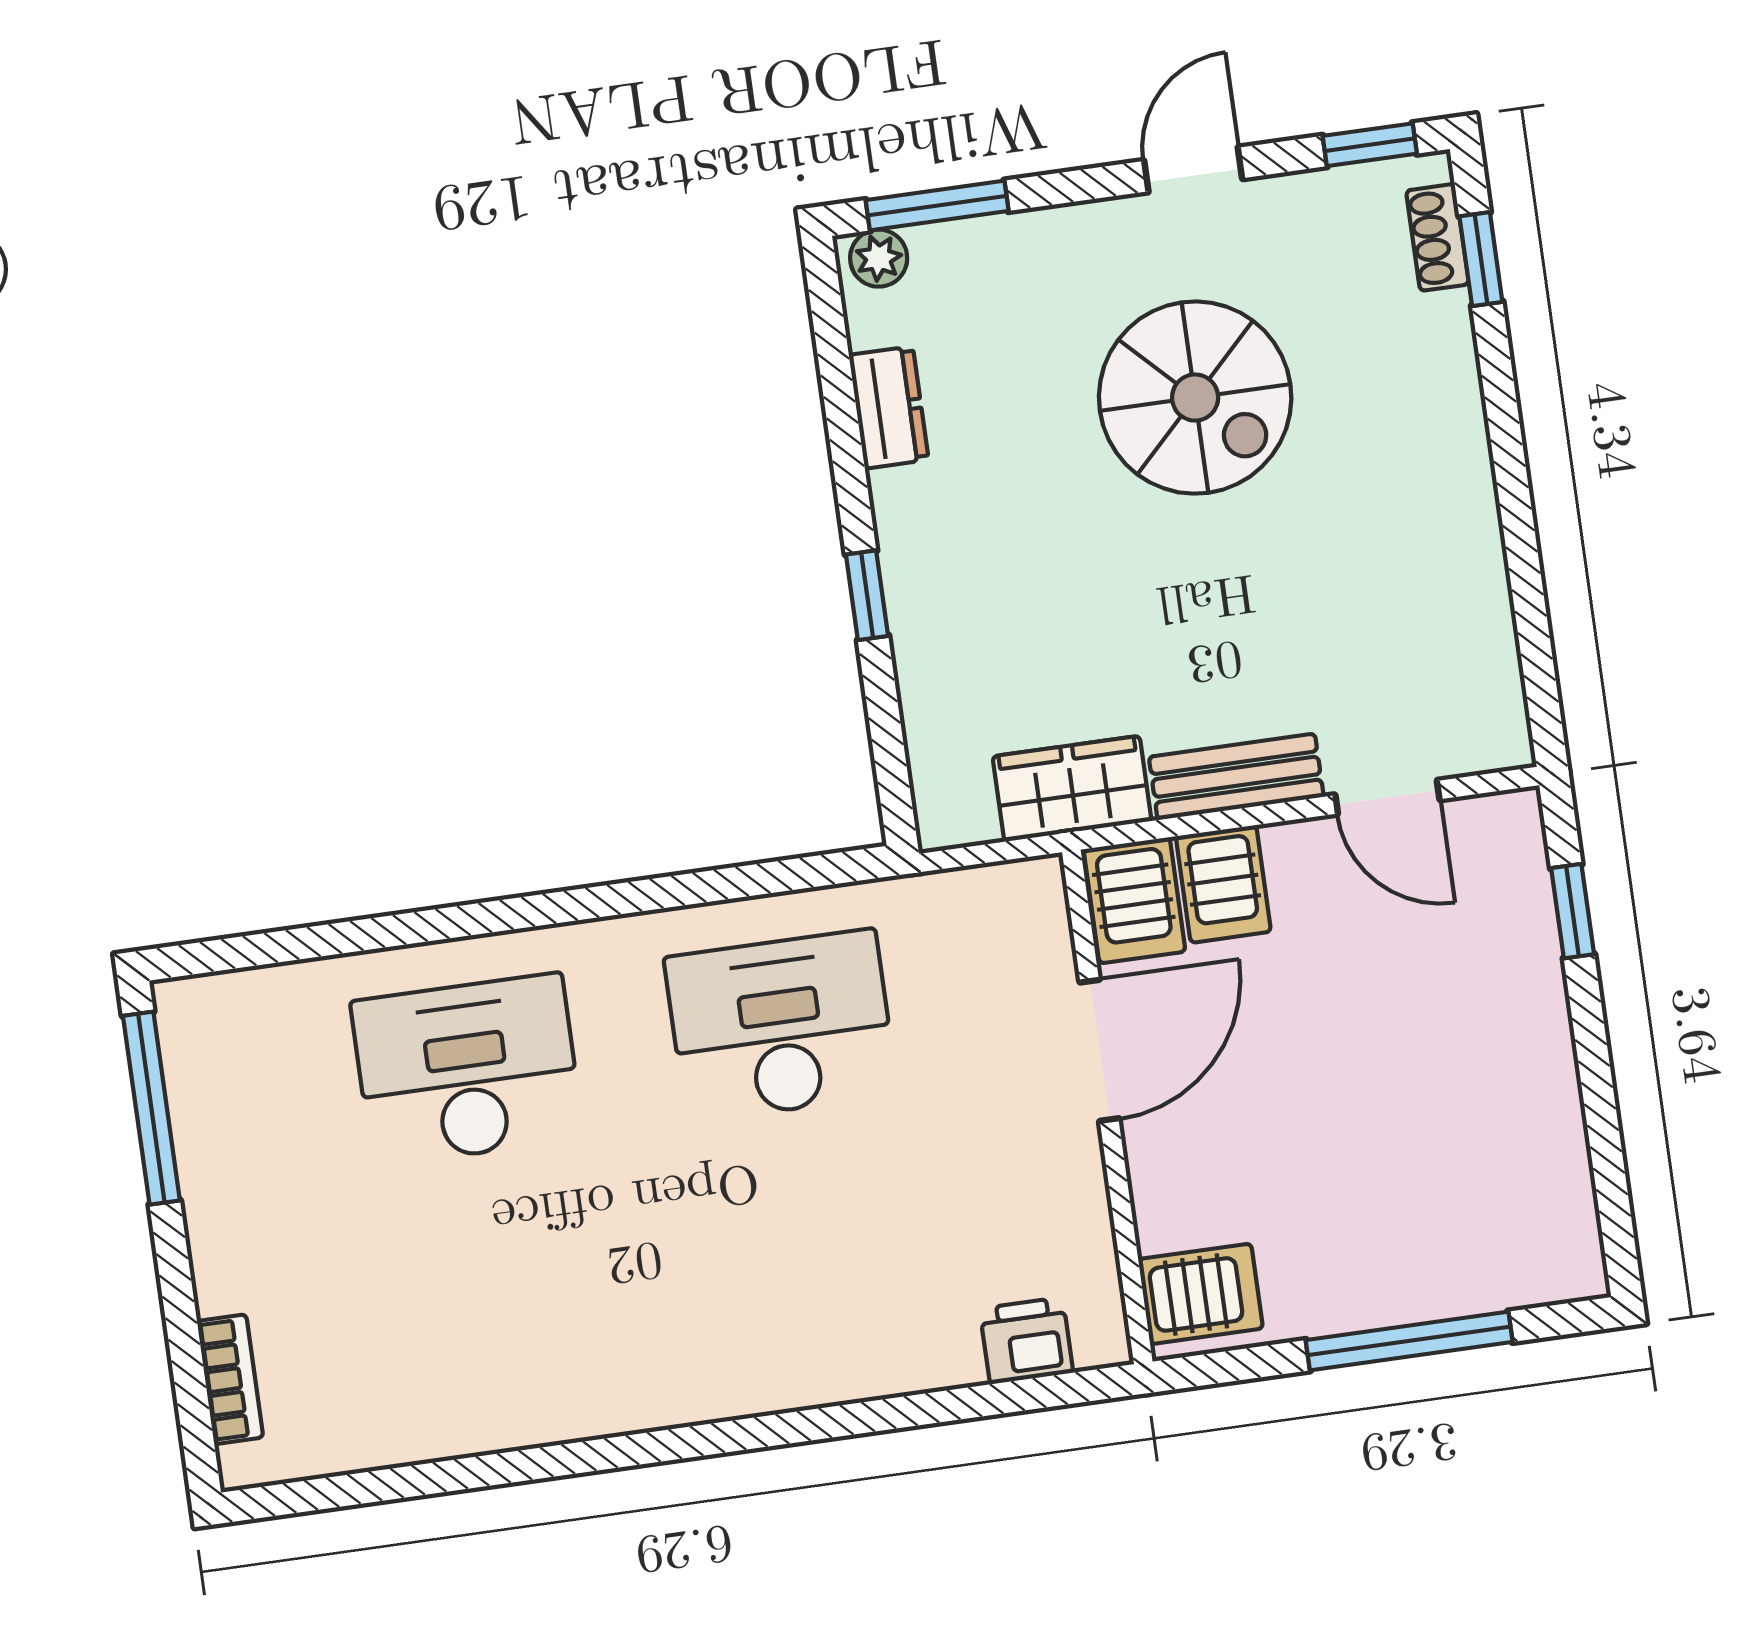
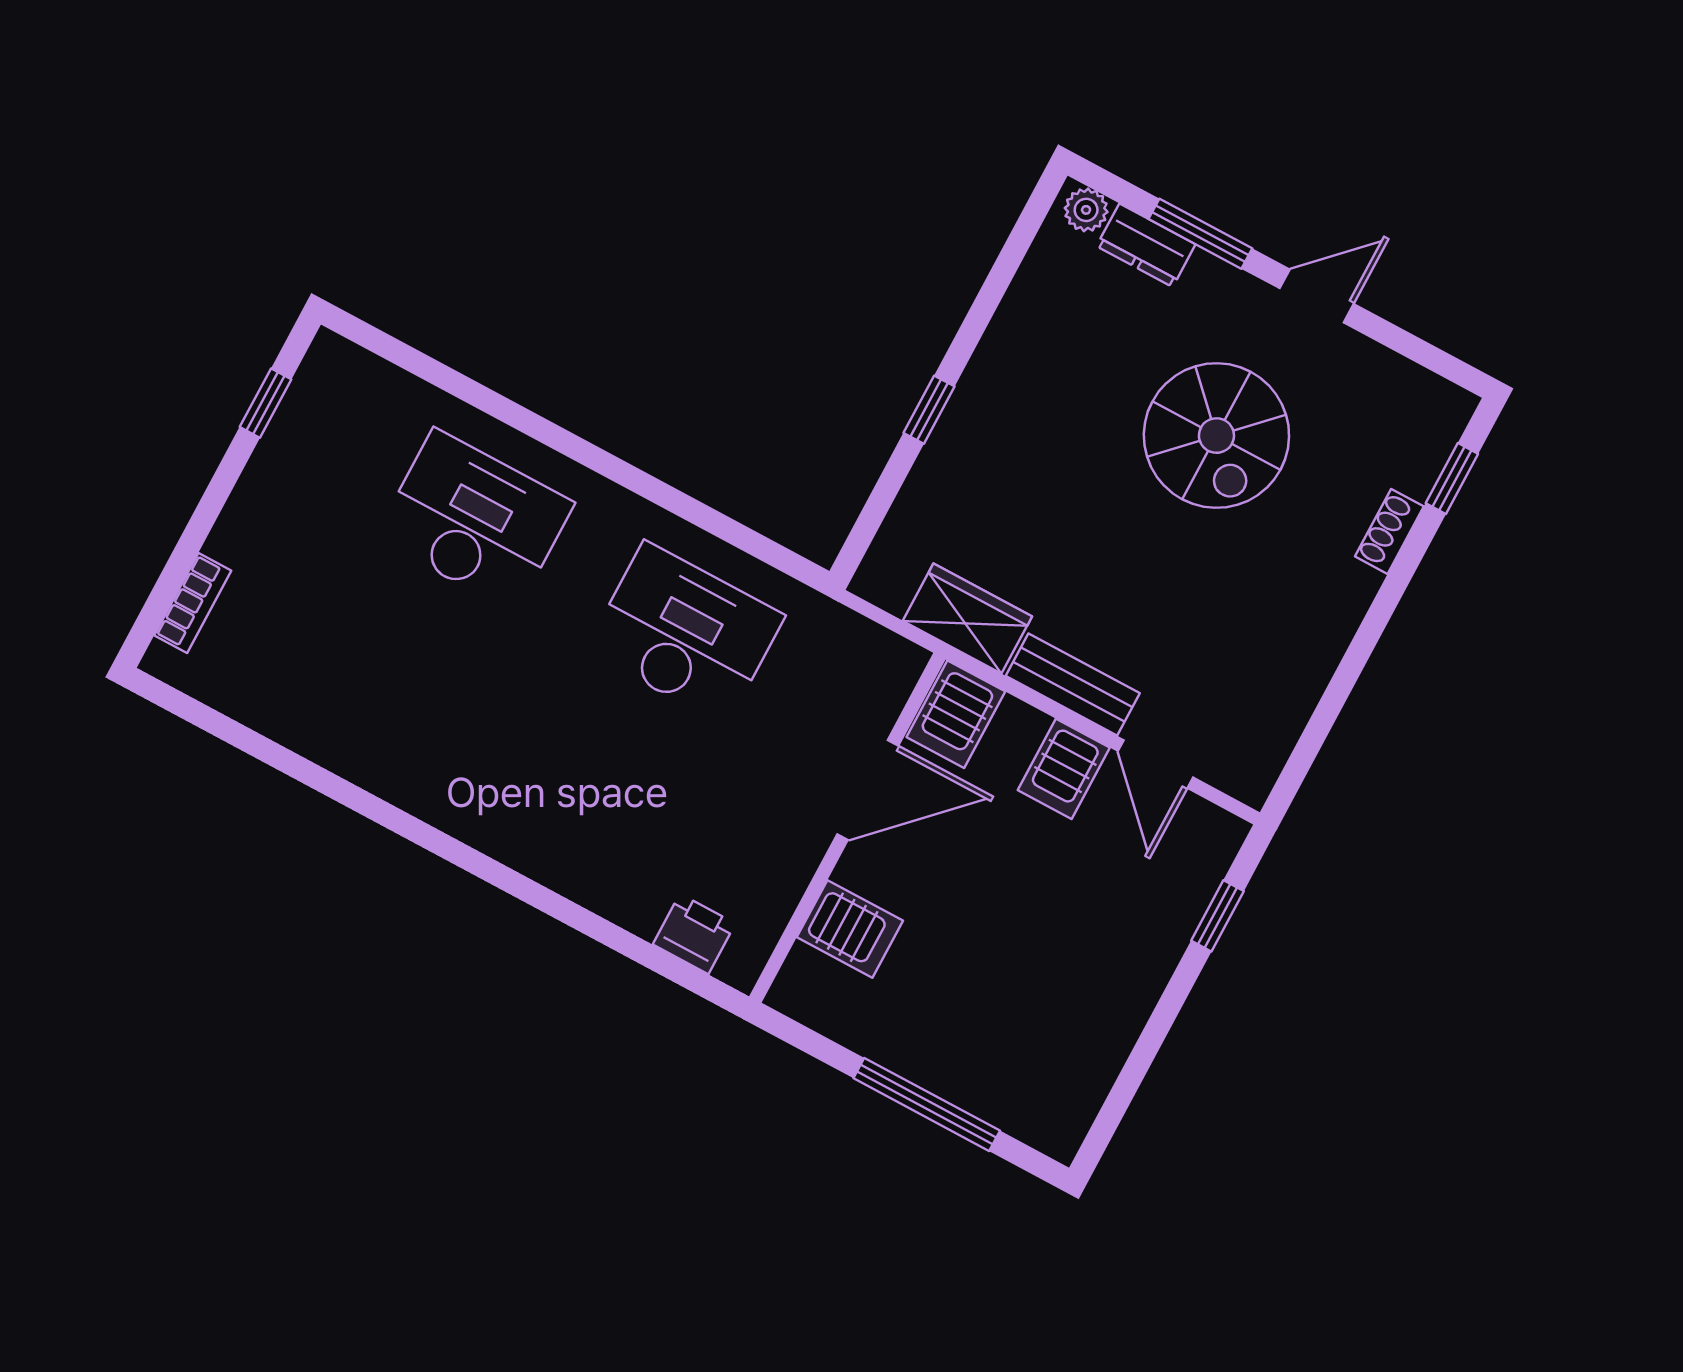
window: (1370, 145) -> (1435, 360), removed
window: (937, 206) -> (1200, 234), moved
shoe rack: (1438, 237) -> (1389, 531), moved
dresser: (889, 407) -> (1146, 245), moved, turned 90
server rack: (1223, 884) -> (1064, 769), moved
window: (151, 1108) -> (266, 403), width x0.46
server rack: (1201, 1294) -> (850, 929), moved

